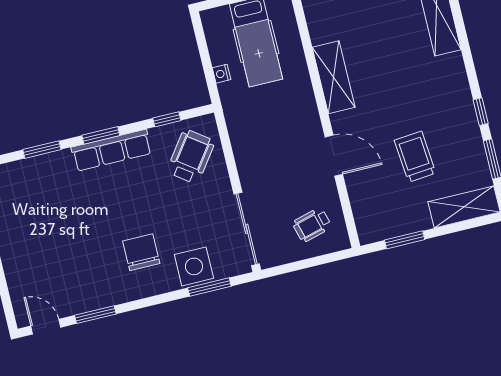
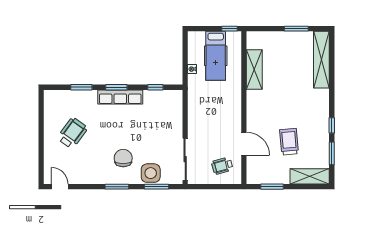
shelving: (334, 77) -> (254, 70), moved
door: (334, 156) -> (244, 144), moved
wheelchair: (191, 157) -> (72, 133), moved
window: (95, 315) -> (117, 187), moved

